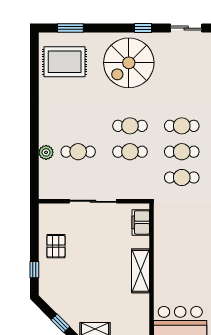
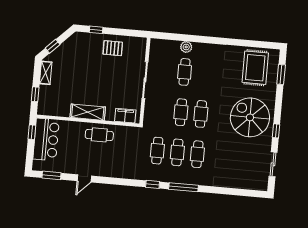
cafe table: (168, 253) -> (99, 135), added

